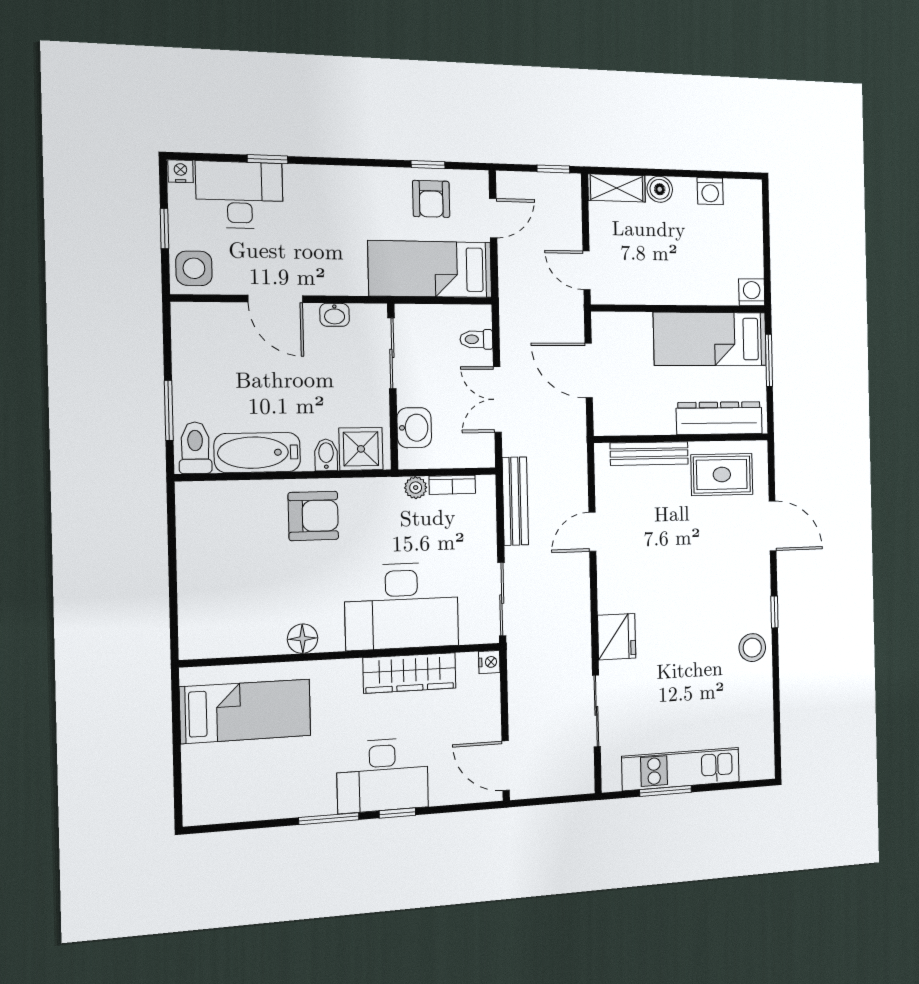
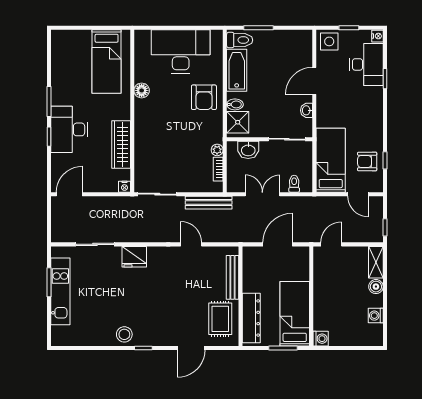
desk: (402, 606) -> (181, 51), moved, turned 90

